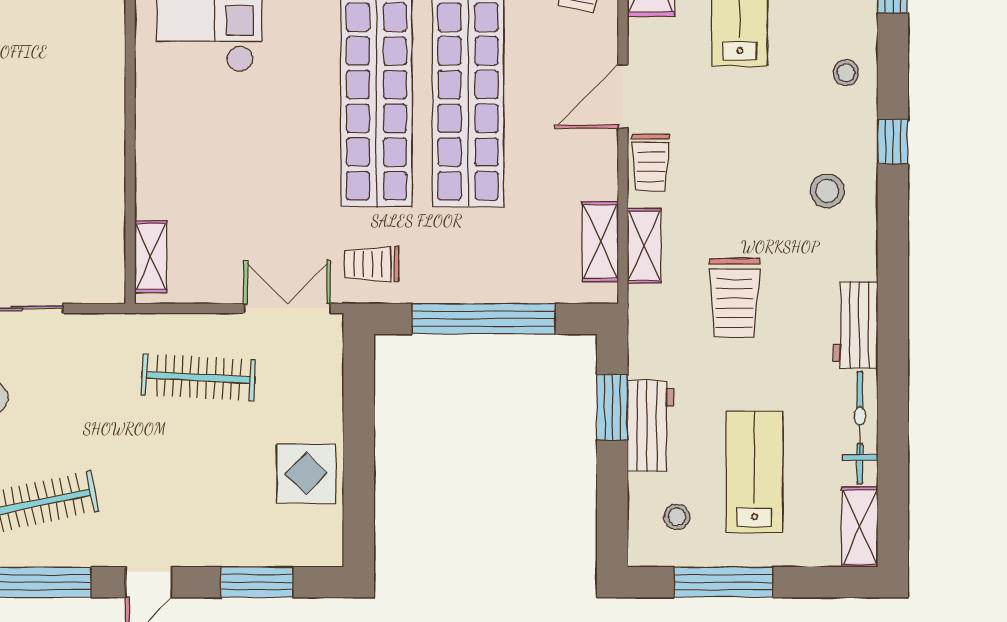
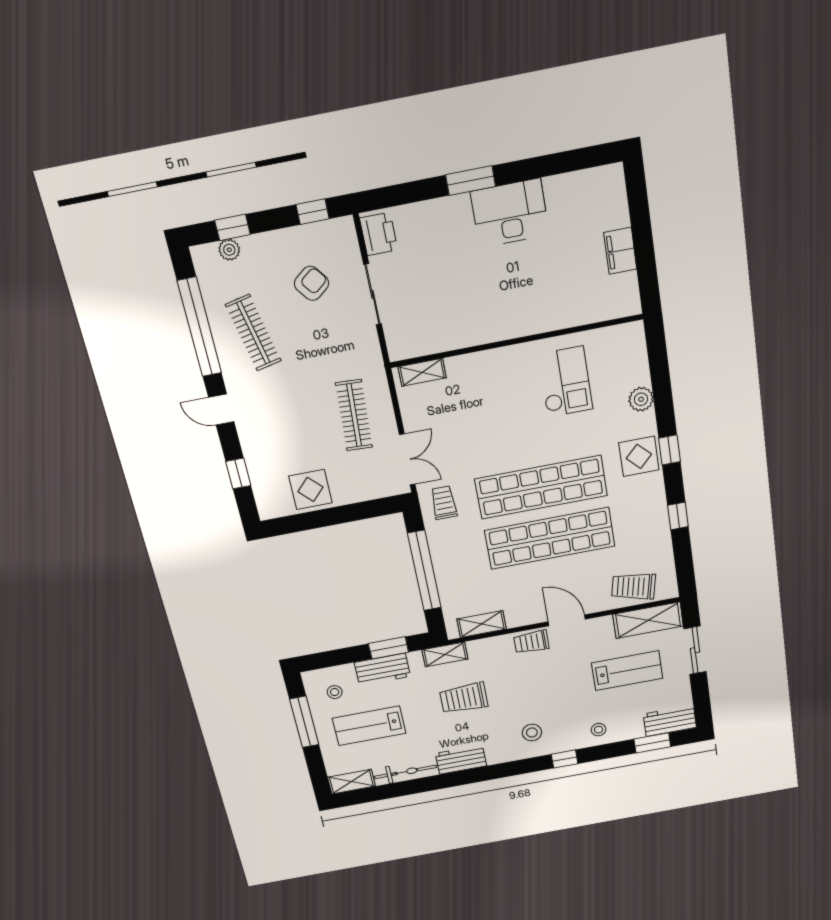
shelving: (644, 246) -> (445, 654), moved
lab bench: (754, 472) -> (369, 726), turned 180
window: (257, 582) -> (238, 473), width x0.67

